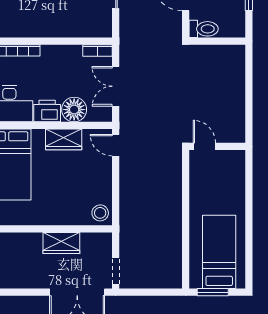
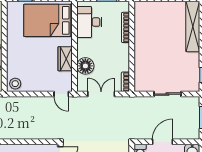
printer: (47, 111) -> (84, 48), removed
door: (116, 145) -> (61, 94), swing flipped

